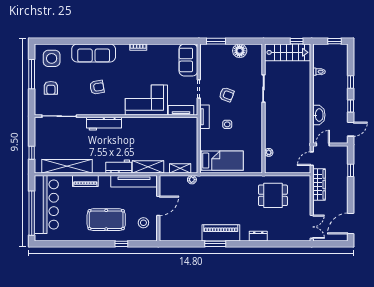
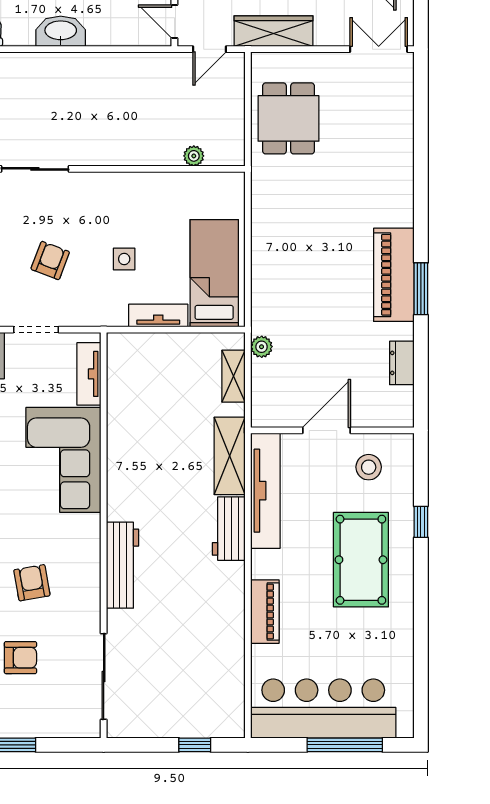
armchair: (51, 88) -> (20, 658), moved
washbasin: (319, 115) -> (61, 31), moved
tv unit: (204, 117) -> (158, 316), moved
door: (312, 159) -> (209, 49), hinge flipped
shelving: (67, 166) -> (228, 657), removed
dining table: (273, 195) -> (289, 118), moved
door: (158, 206) -> (327, 430), hinge flipped
window: (32, 213) -> (345, 745), width x0.68
dresser: (258, 236) -> (402, 363), moved

